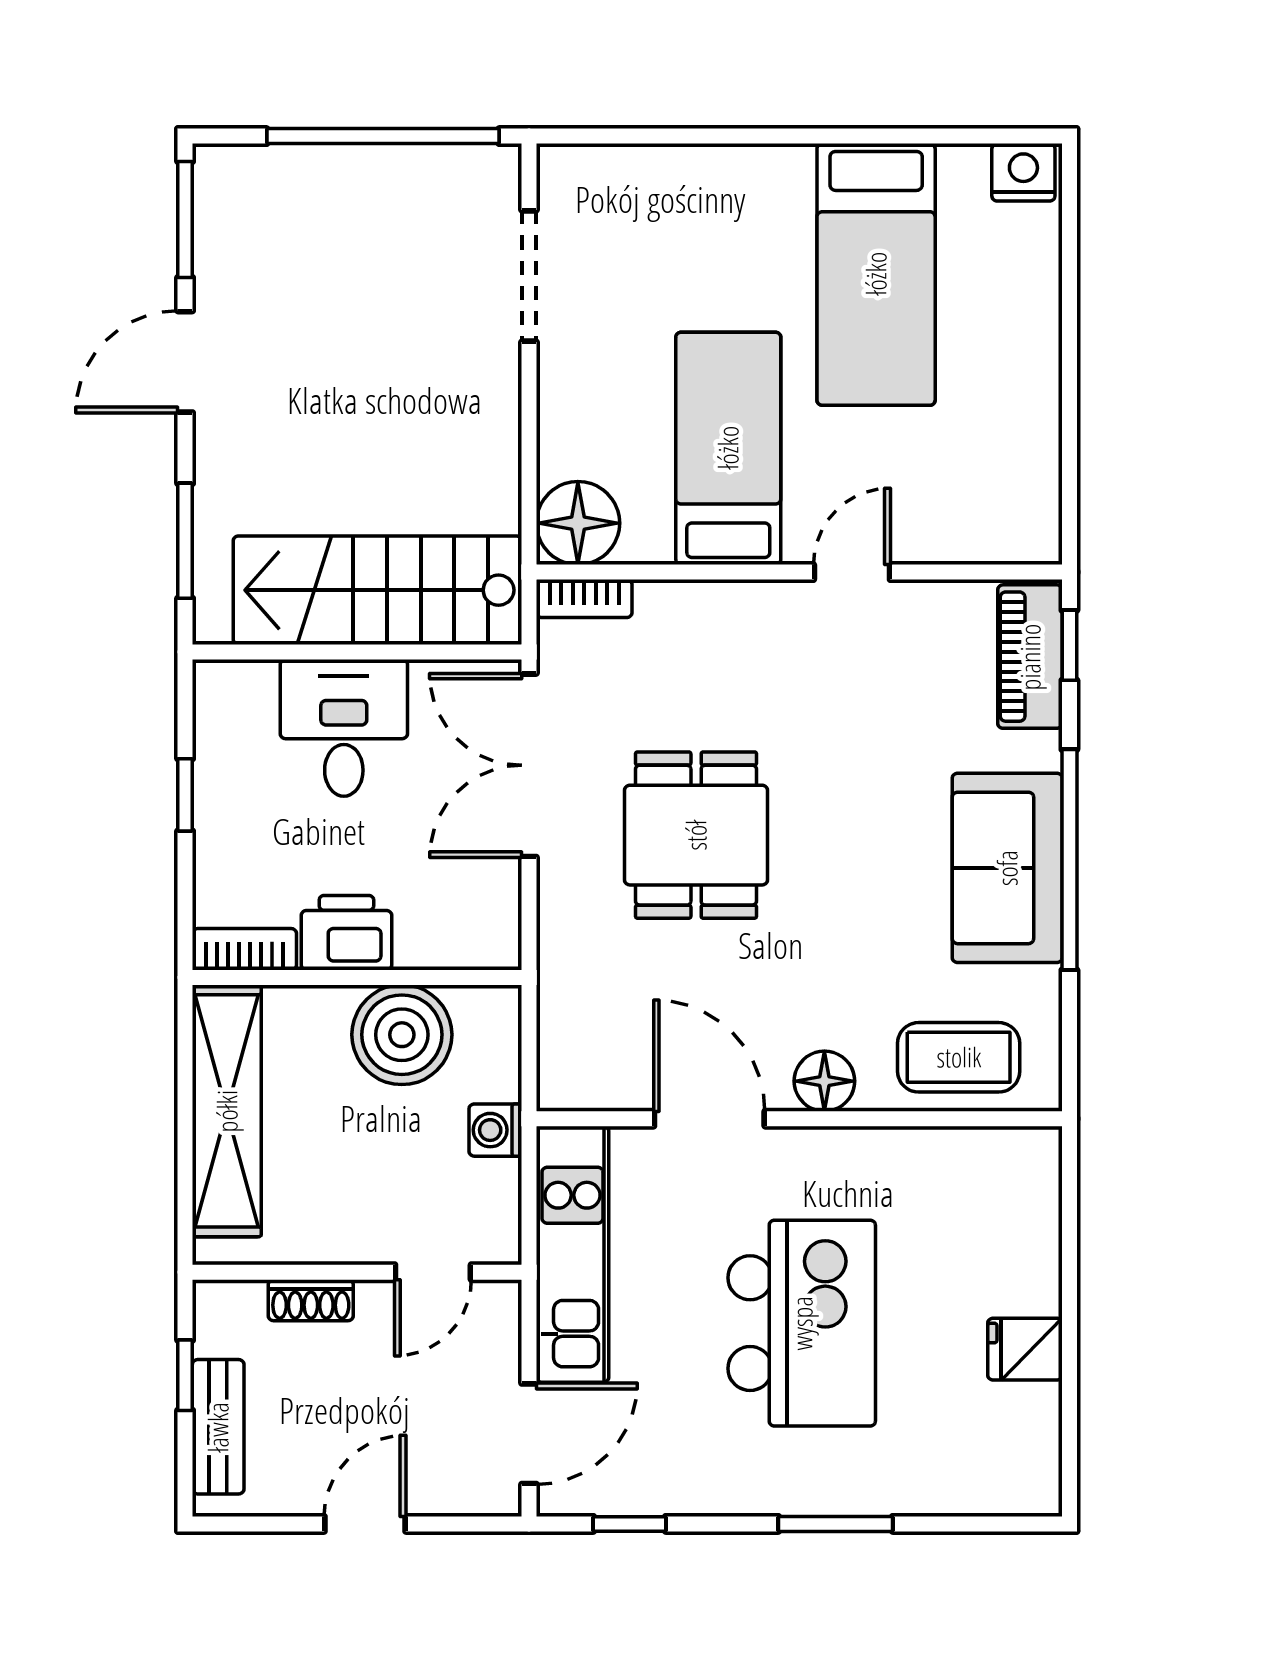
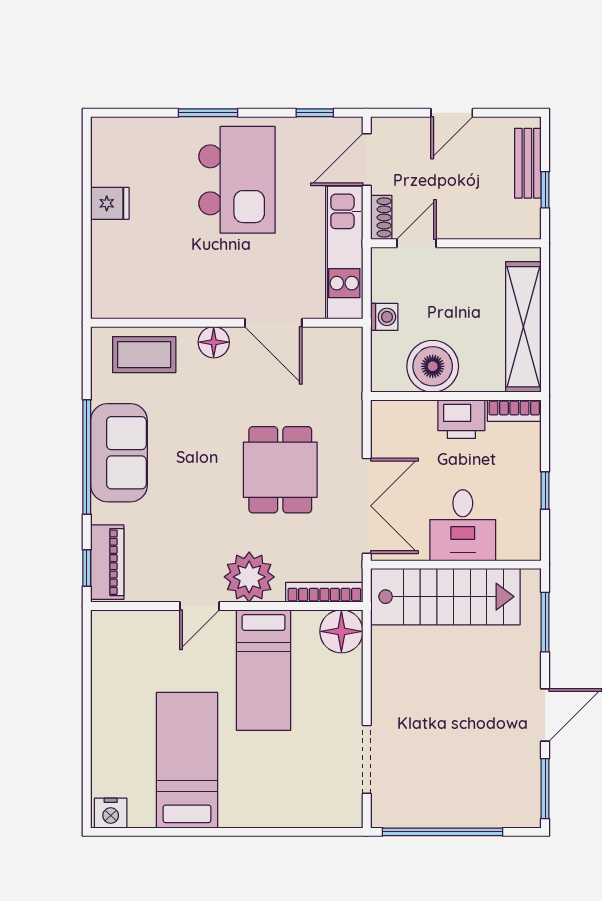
bookcase: (584, 599) -> (324, 592), width x1.56
plant: (756, 628) -> (249, 577), added
shoe rack: (311, 1300) -> (381, 217), moved, turned 90
kitchen island: (802, 1323) -> (237, 180), moved, turned 180

